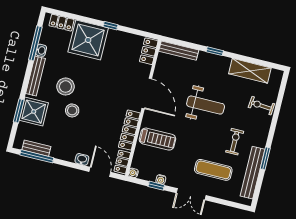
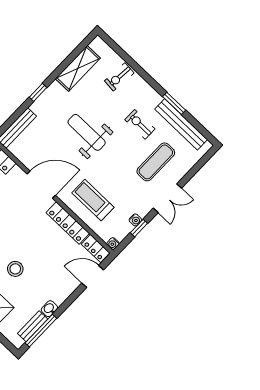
weight bench: (206, 105) -> (87, 132), turned -90
treadmill: (157, 139) -> (93, 200), turned -90
washbasin: (82, 159) -> (49, 309), moved

